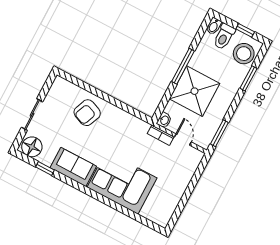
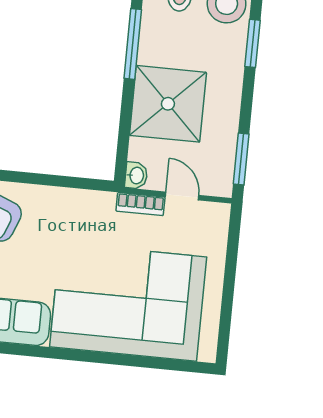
window: (183, 66) -> (133, 44), moved
corner sofa: (122, 183) -> (128, 302), width x1.36, depth x1.36

